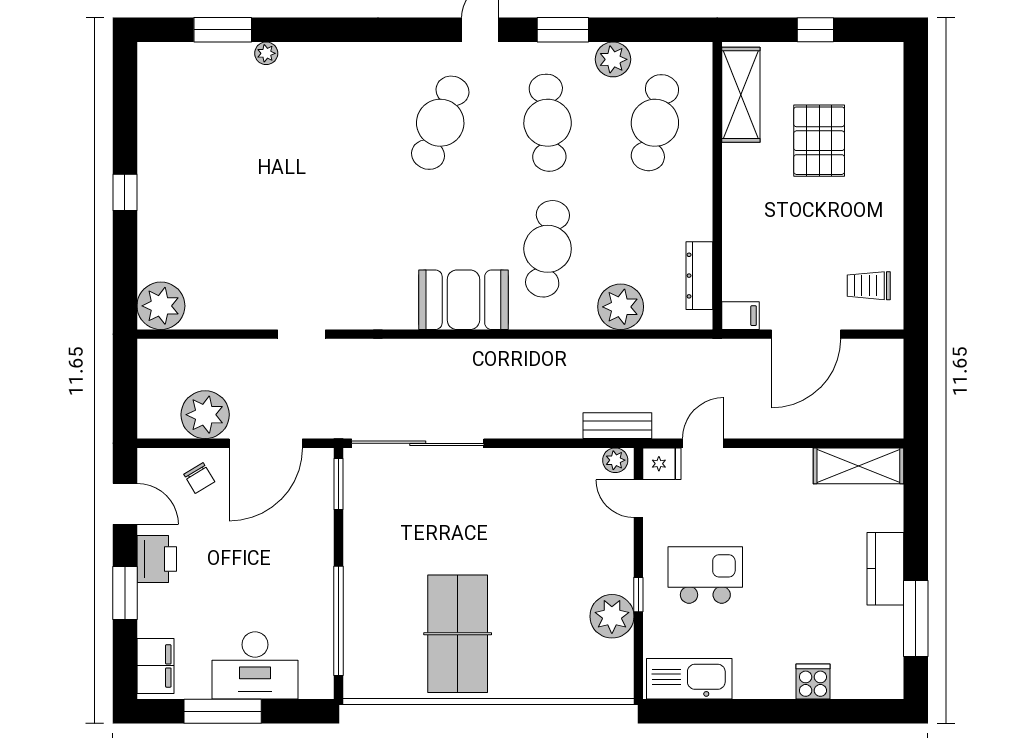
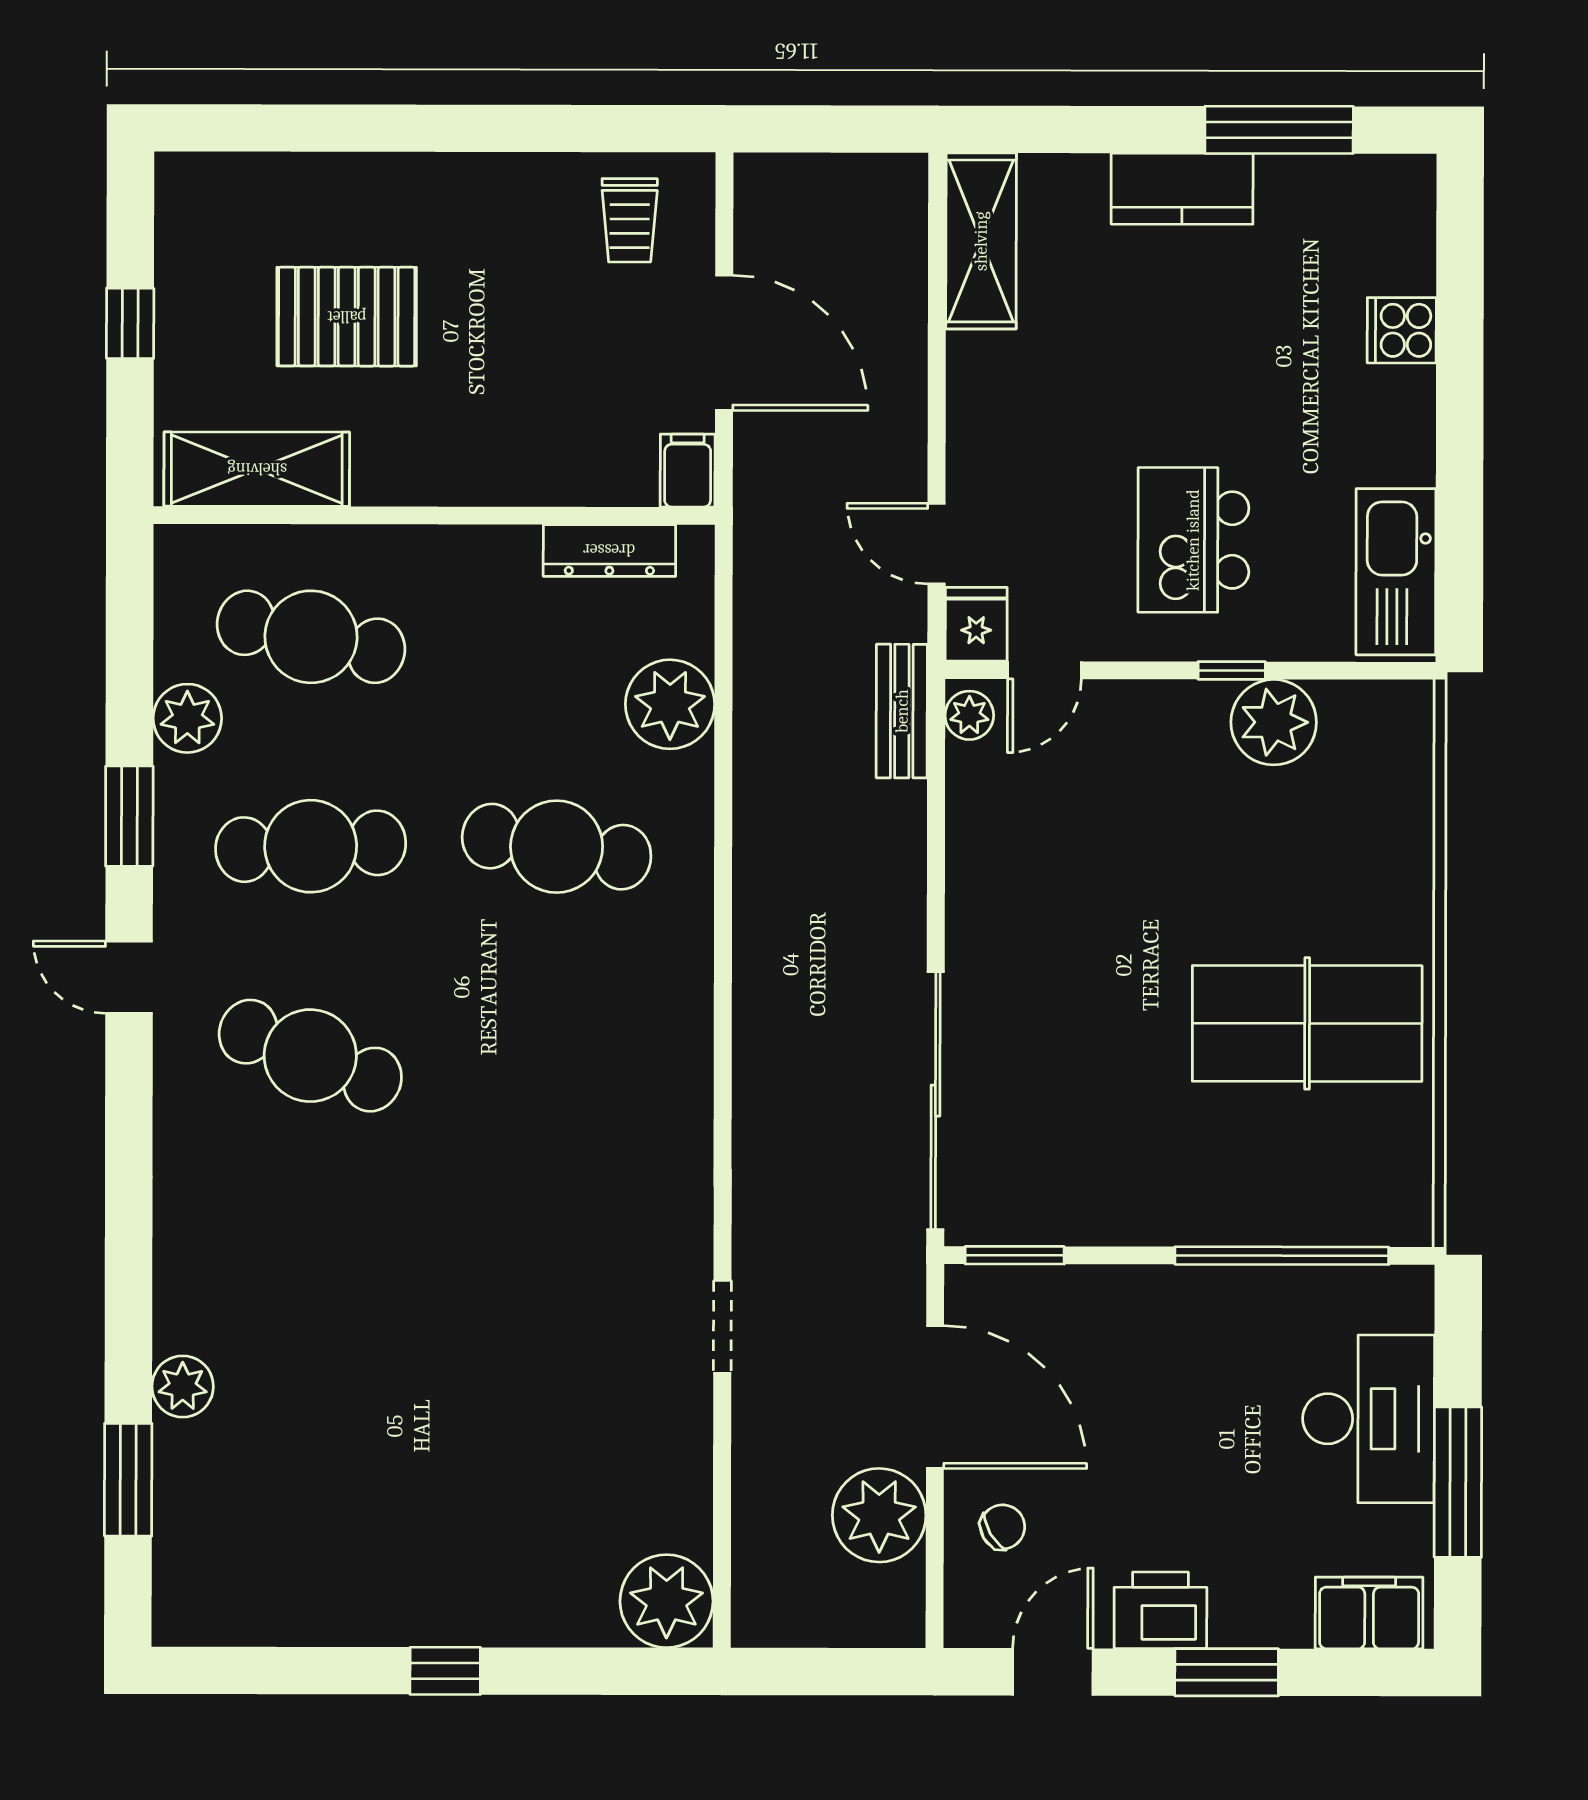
plant: (266, 53) -> (183, 1386), width x1.38, depth x1.38
booth: (463, 300) -> (656, 1011), removed

